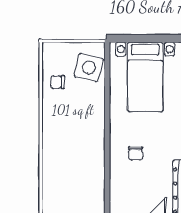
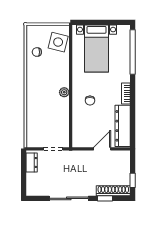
plant: (98, 141) -> (64, 92), added

